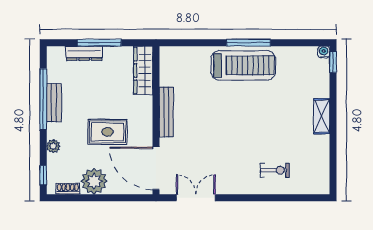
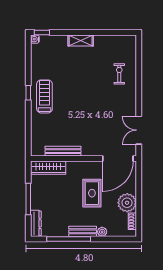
window: (248, 43) -> (28, 93), width x0.46
dresser: (84, 53) -> (36, 223), moved
treadmill: (243, 65) -> (44, 96), width x0.73, depth x0.73
bench: (54, 103) -> (83, 231), moved
bench: (166, 112) -> (63, 151), moved
window: (43, 175) -> (123, 239), removed

